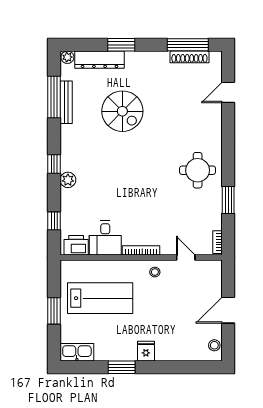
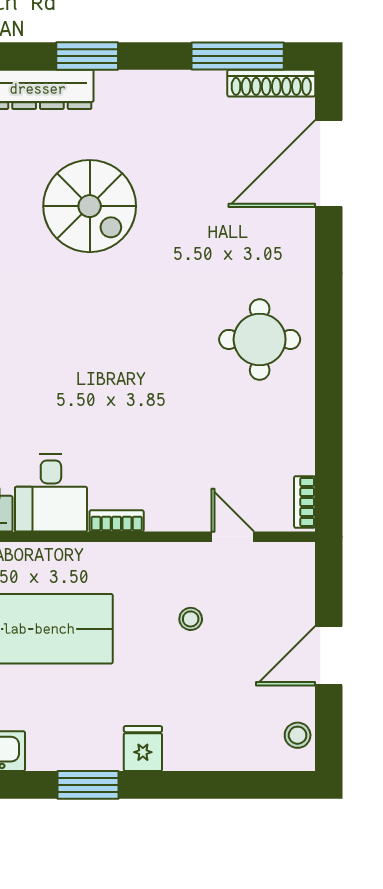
shoe rack: (189, 57) -> (271, 83), moved
door: (228, 92) -> (329, 164), width x1.87
window: (228, 200) -> (329, 407), removed
bookcase: (141, 250) -> (117, 521), width x0.64
stool: (155, 272) -> (191, 619), moved

